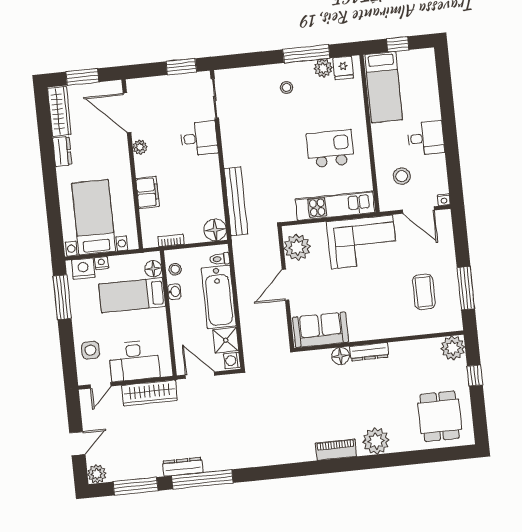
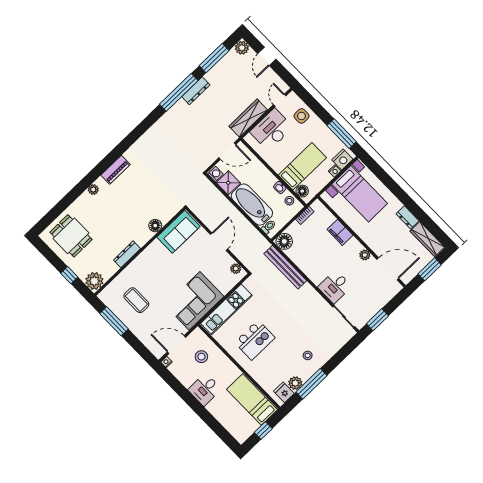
plant: (297, 247) -> (236, 269), width x0.53, depth x0.53
dresser: (369, 352) -> (127, 254), moved
plant: (376, 441) -> (93, 189), width x0.53, depth x0.53

